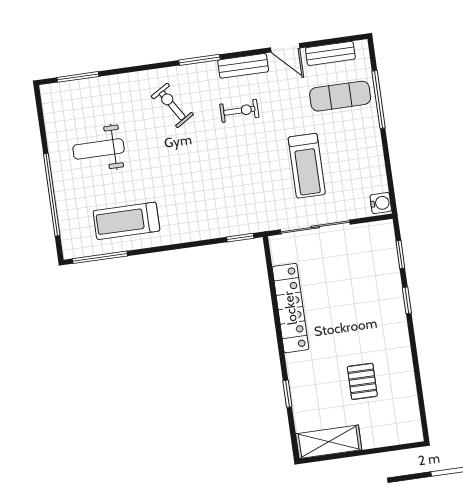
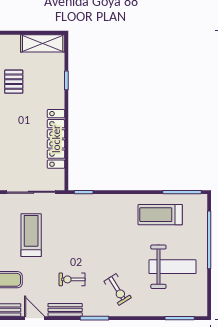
weight bench: (99, 149) -> (172, 267), width x1.36, depth x1.33
treadmill: (126, 221) -> (160, 215), turned 180

